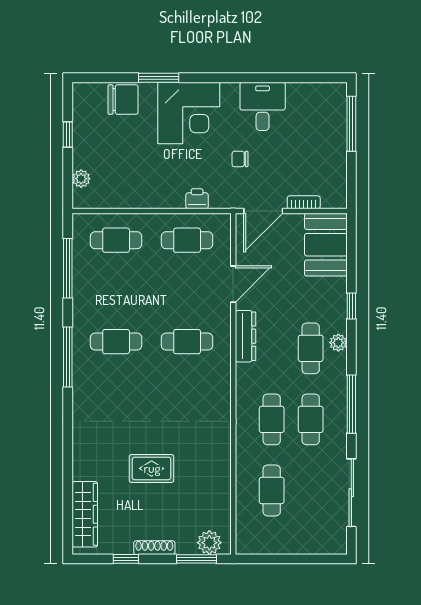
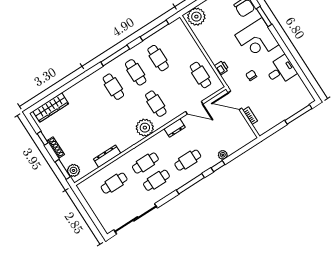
plant: (81, 179) -> (196, 17), width x1.87, depth x1.87
cafe table: (116, 240) -> (158, 58), moved
booth: (326, 245) -> (238, 137), removed
dresser: (245, 336) -> (175, 128), width x0.70
plant: (338, 343) -> (223, 155), moved
plant: (214, 384) -> (145, 128), added
cafe table: (116, 392) -> (113, 87), added
window: (351, 404) -> (190, 184), moved
rug: (152, 468) -> (90, 124), removed
dresser: (221, 474) -> (107, 156), added
sliding door: (351, 493) -> (136, 219), width x1.36

